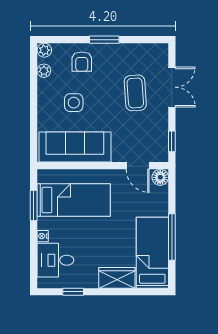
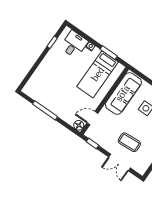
bed: (152, 253) -> (44, 95), removed
wardrobe: (117, 278) -> (44, 69), removed

